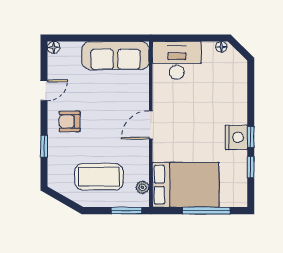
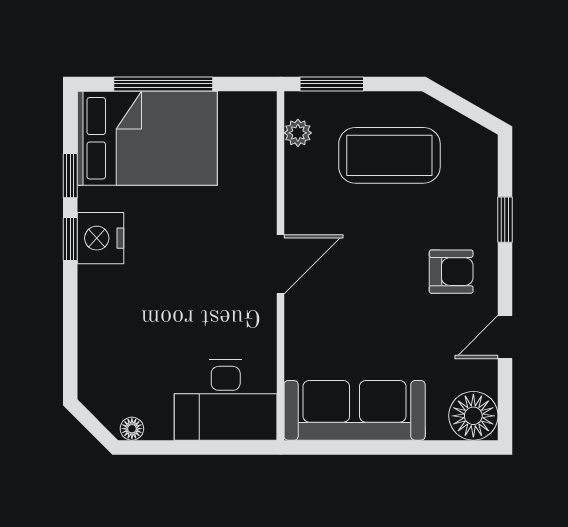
floor lamp: (54, 47) -> (473, 416), width x1.89, depth x1.89
bed: (186, 185) -> (147, 138), moved, turned 180

